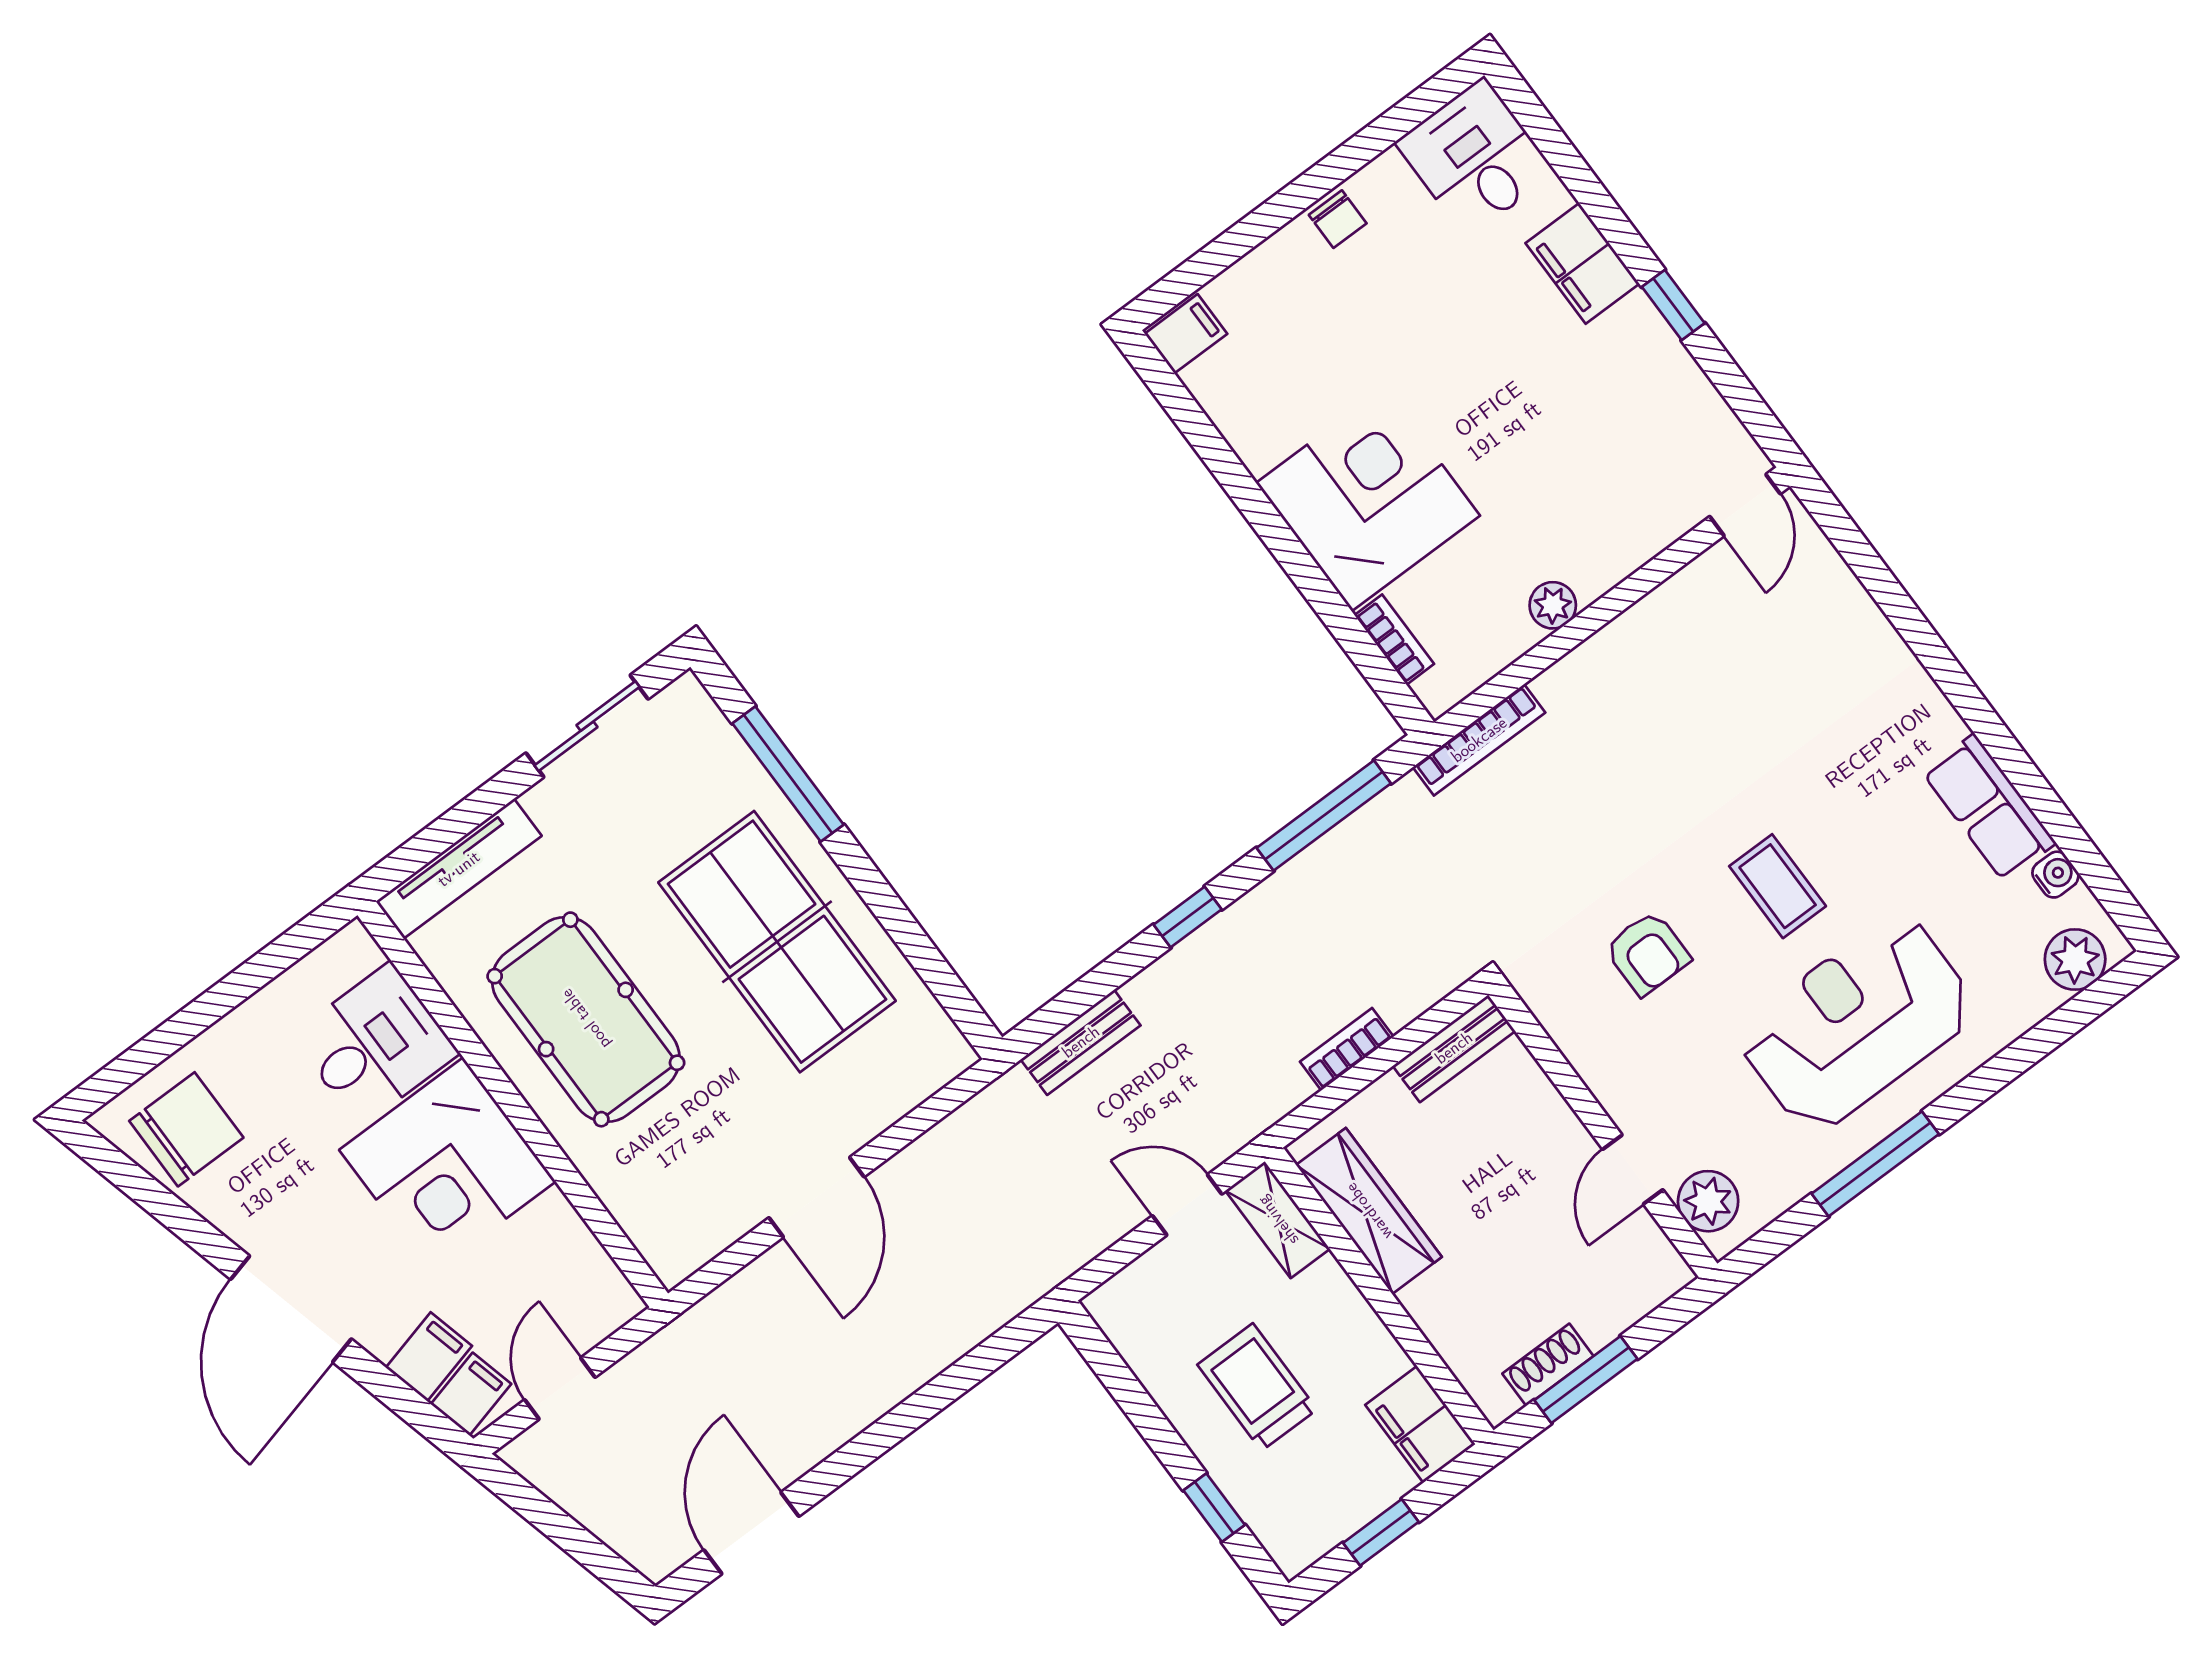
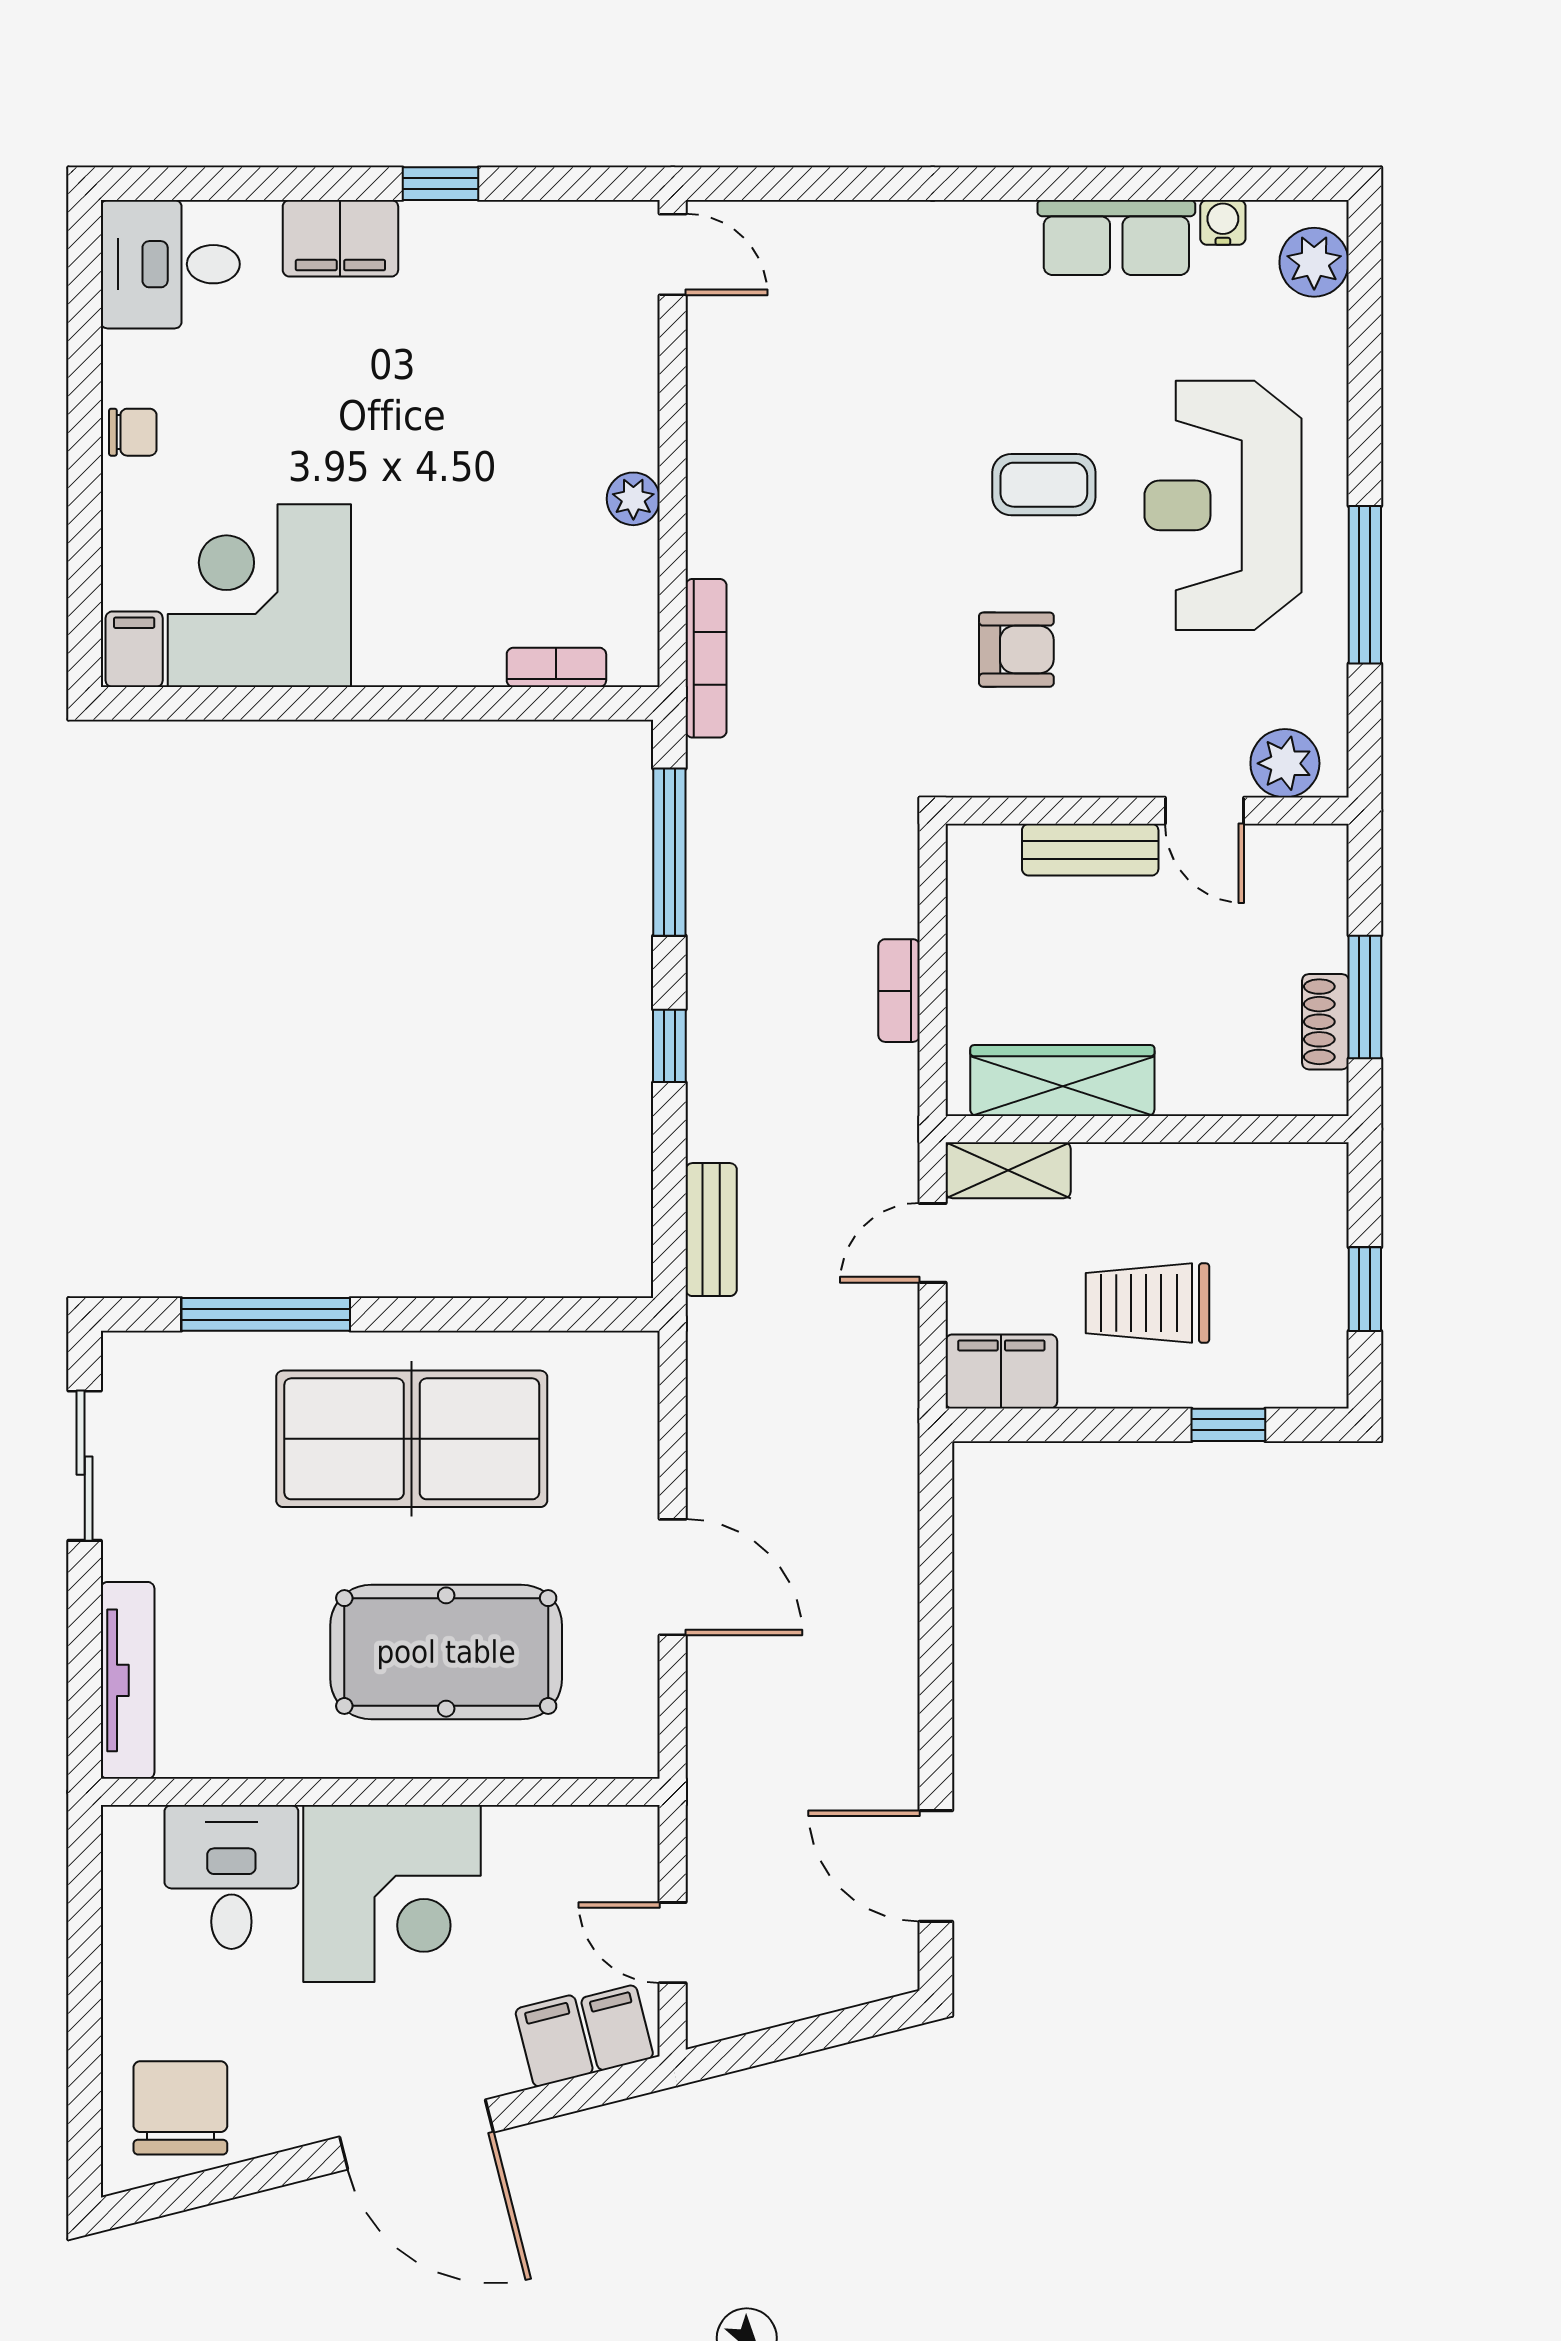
corner desk: (1368, 499) -> (259, 596), moved
pool table: (586, 1019) -> (446, 1652), moved
bench: (1454, 1048) -> (1090, 850), moved, turned 90
filing cabinet: (1420, 1424) -> (1001, 1371), moved, turned 180

